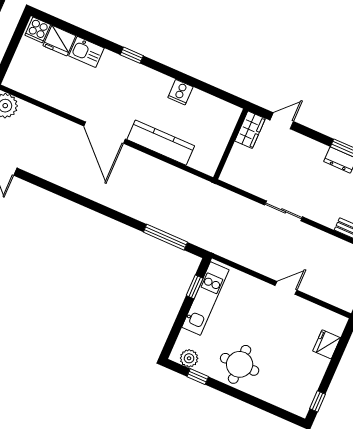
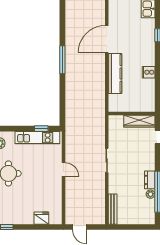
wardrobe: (250, 130) -> (139, 121), width x1.50
window: (165, 237) -> (62, 60), moved
door: (286, 288) -> (63, 170), moved

